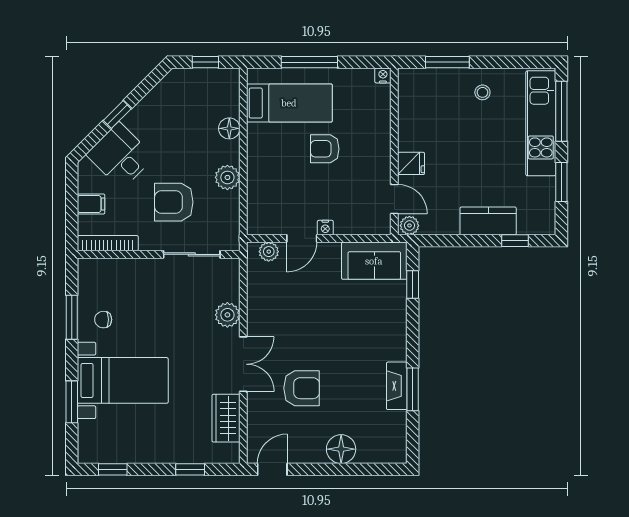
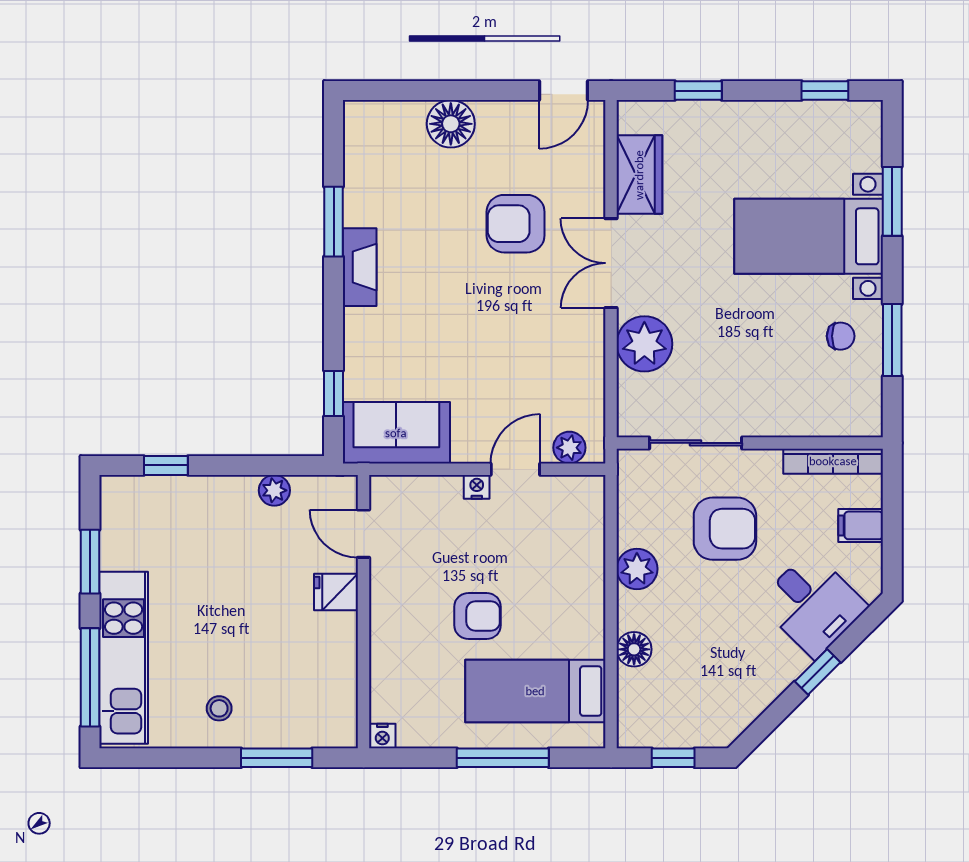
kitchen counter: (488, 221) -> (210, 498), removed
plant: (409, 225) -> (274, 490), moved
plant: (227, 315) -> (644, 344), width x1.36, depth x1.36
fireplace: (397, 386) -> (360, 267), moved

